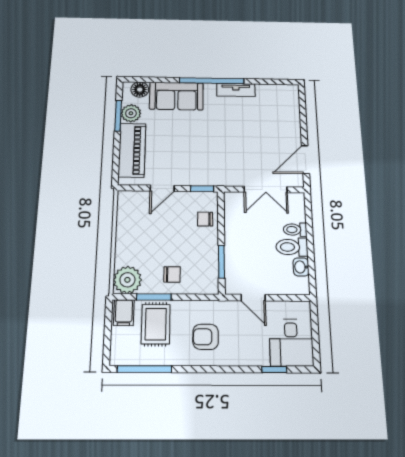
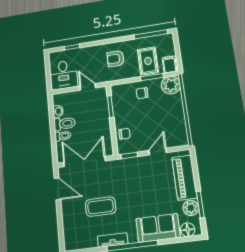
coffee table: (248, 130) -> (101, 207), added
door: (305, 160) -> (57, 189), hinge flipped
double door: (266, 190) -> (84, 162), width x1.37
armchair: (206, 337) -> (116, 59), turned 180
desk: (291, 343) -> (63, 75), moved, turned 180

